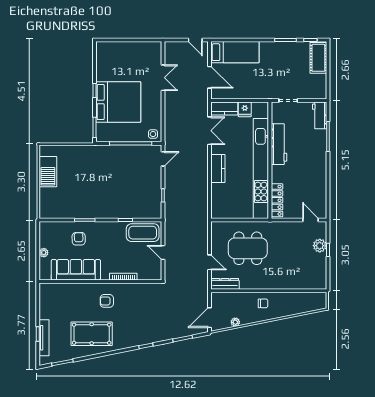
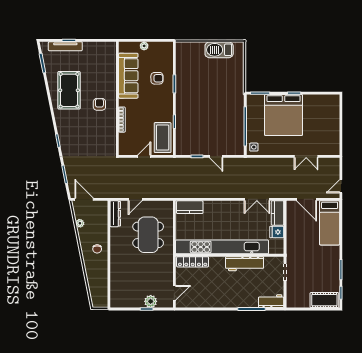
door: (210, 77) -> (306, 199), hinge flipped
door: (163, 159) -> (216, 156), moved
kitchen counter: (218, 168) -> (190, 207), moved

